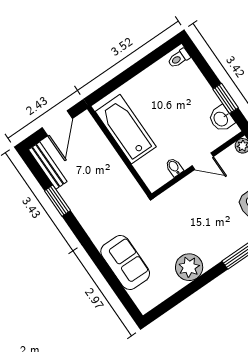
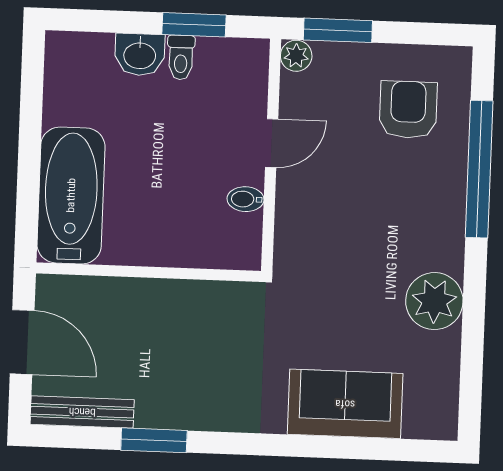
toilet: (179, 58) -> (181, 58), moved
washbasin: (221, 119) -> (140, 55), moved
bathtub: (126, 129) -> (71, 195), moved, turned 90

